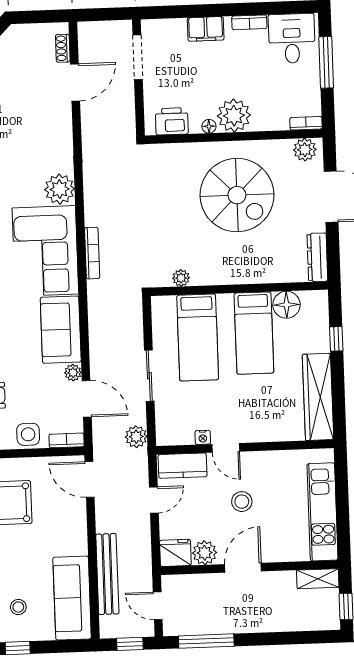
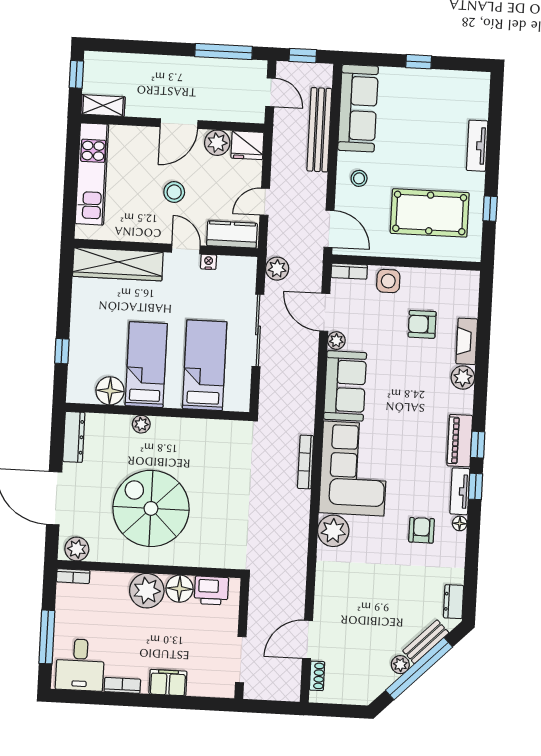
floor lamp: (209, 126) -> (180, 589), width x1.89, depth x1.89
plant: (181, 278) -> (141, 424), moved
sliding door: (149, 376) -> (258, 330), width x1.37
wardrobe: (318, 397) -> (118, 264), moved, turned 90
stool: (18, 607) -> (359, 178), moved

